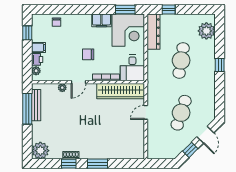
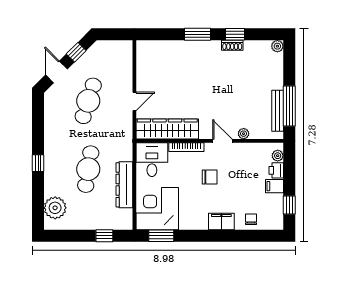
filing cabinet: (101, 20) -> (221, 221), moved
dresser: (153, 32) -> (124, 185), moved
door: (78, 82) -> (222, 141), hinge flipped
plant: (40, 151) -> (277, 46), width x0.53, depth x0.53

